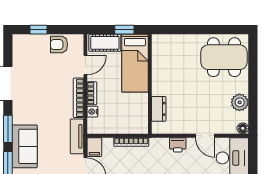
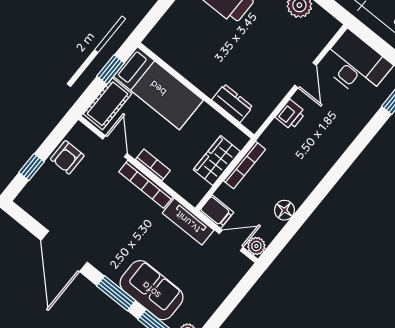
nightstand: (92, 112) -> (174, 181), removed
wardrobe: (122, 125) -> (217, 160), added
floor lamp: (243, 128) -> (332, 26), removed
door: (205, 136) -> (306, 75), hinge flipped

